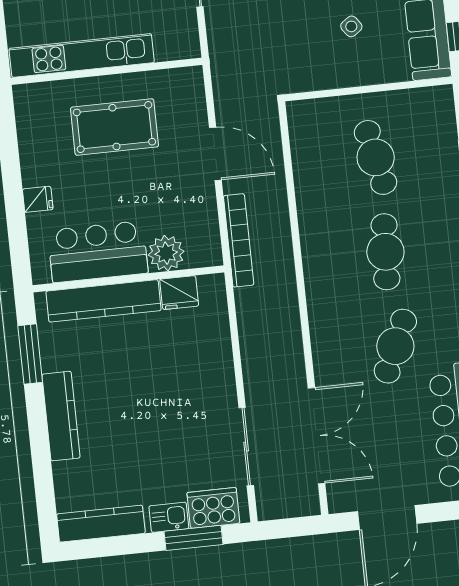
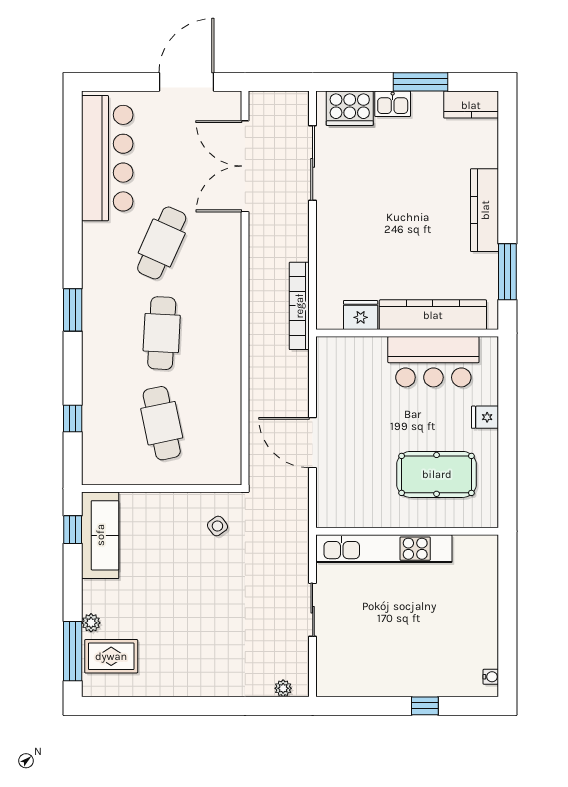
side table: (351, 26) -> (217, 526), moved
kitchen unit: (82, 55) -> (384, 549), moved
pool table: (114, 127) -> (437, 474), moved
bookcase: (239, 240) -> (299, 306), moved
plant: (166, 253) -> (369, 354), removed
kitchen counter: (101, 524) -> (471, 105), width x0.67
window: (193, 538) -> (420, 82), moved

